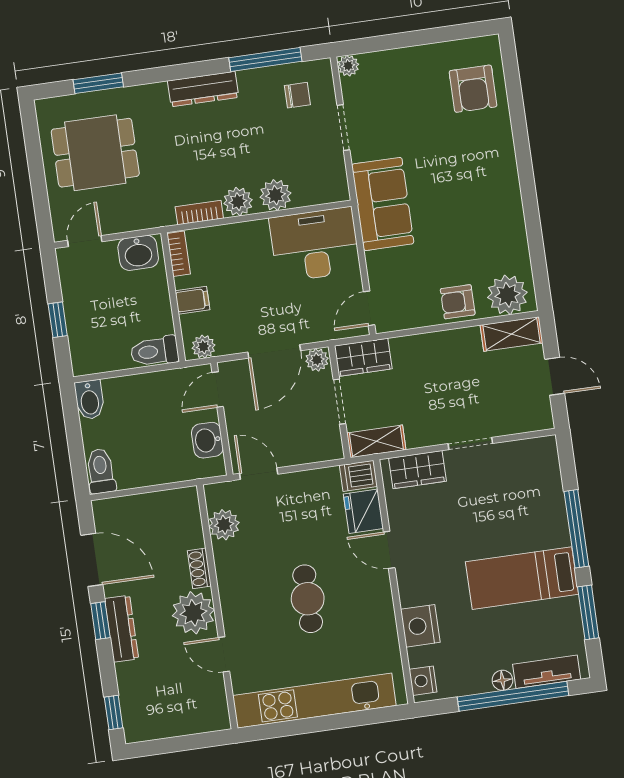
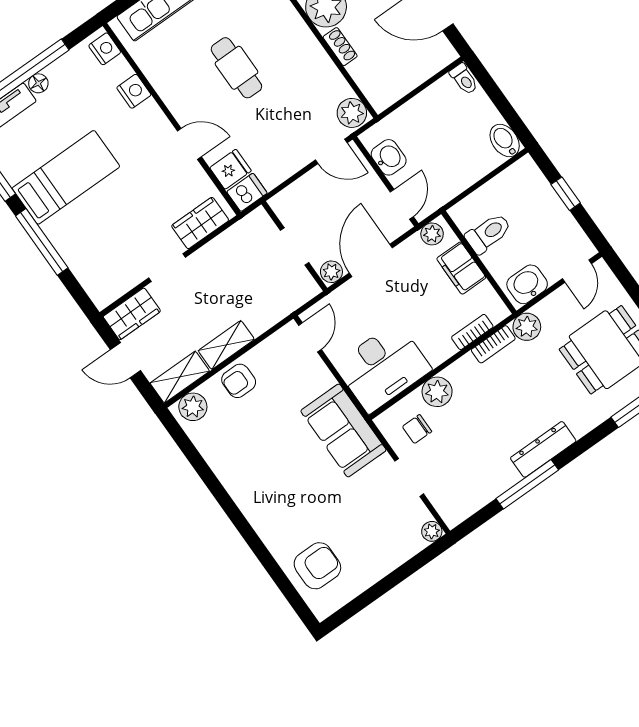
window: (265, 60) -> (527, 484), moved
armchair: (473, 89) -> (317, 566), turned 90
chair: (297, 95) -> (417, 429), moved
plant: (238, 202) -> (527, 327), moved
bookcase: (179, 254) -> (472, 332), moved, turned 90
plant: (507, 295) -> (193, 407), width x0.73, depth x0.73
filing cabinet: (192, 300) -> (461, 268), width x2.00
armchair: (458, 302) -> (239, 381), turned 180
toilet: (154, 351) -> (488, 233), moved
wardrobe: (363, 357) -> (132, 314), moved, turned 180
shelving: (376, 441) -> (226, 345), moved
toilet: (101, 471) -> (464, 79), width x0.73, depth x0.72
fridge: (363, 511) -> (230, 169), width x0.72
plant: (224, 525) -> (352, 113), moved
nightstand: (420, 626) -> (134, 91), width x0.74, depth x0.75

